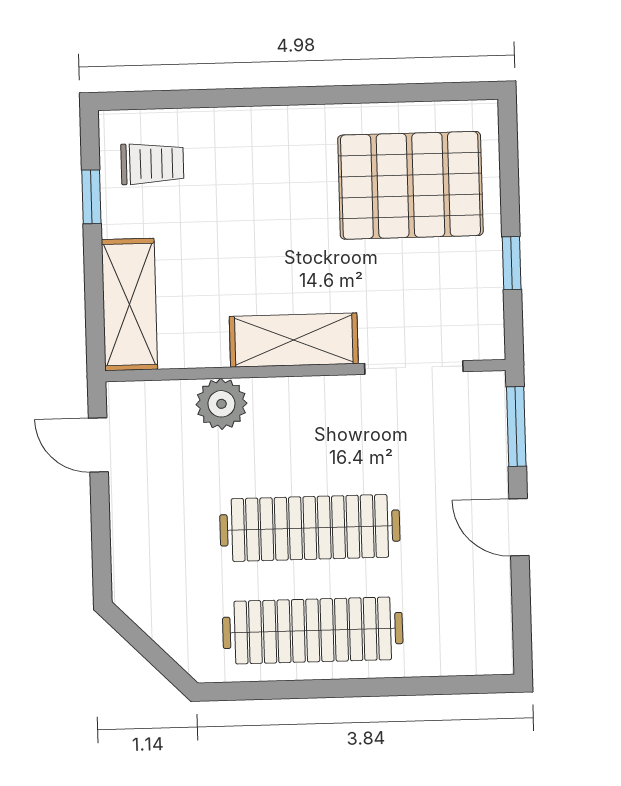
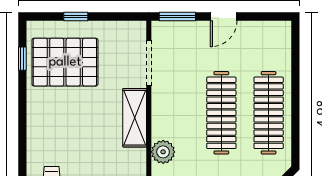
window: (415, 93) -> (22, 59), added
pallet: (410, 185) -> (65, 62), turned 90
window: (512, 263) -> (76, 17), moved

